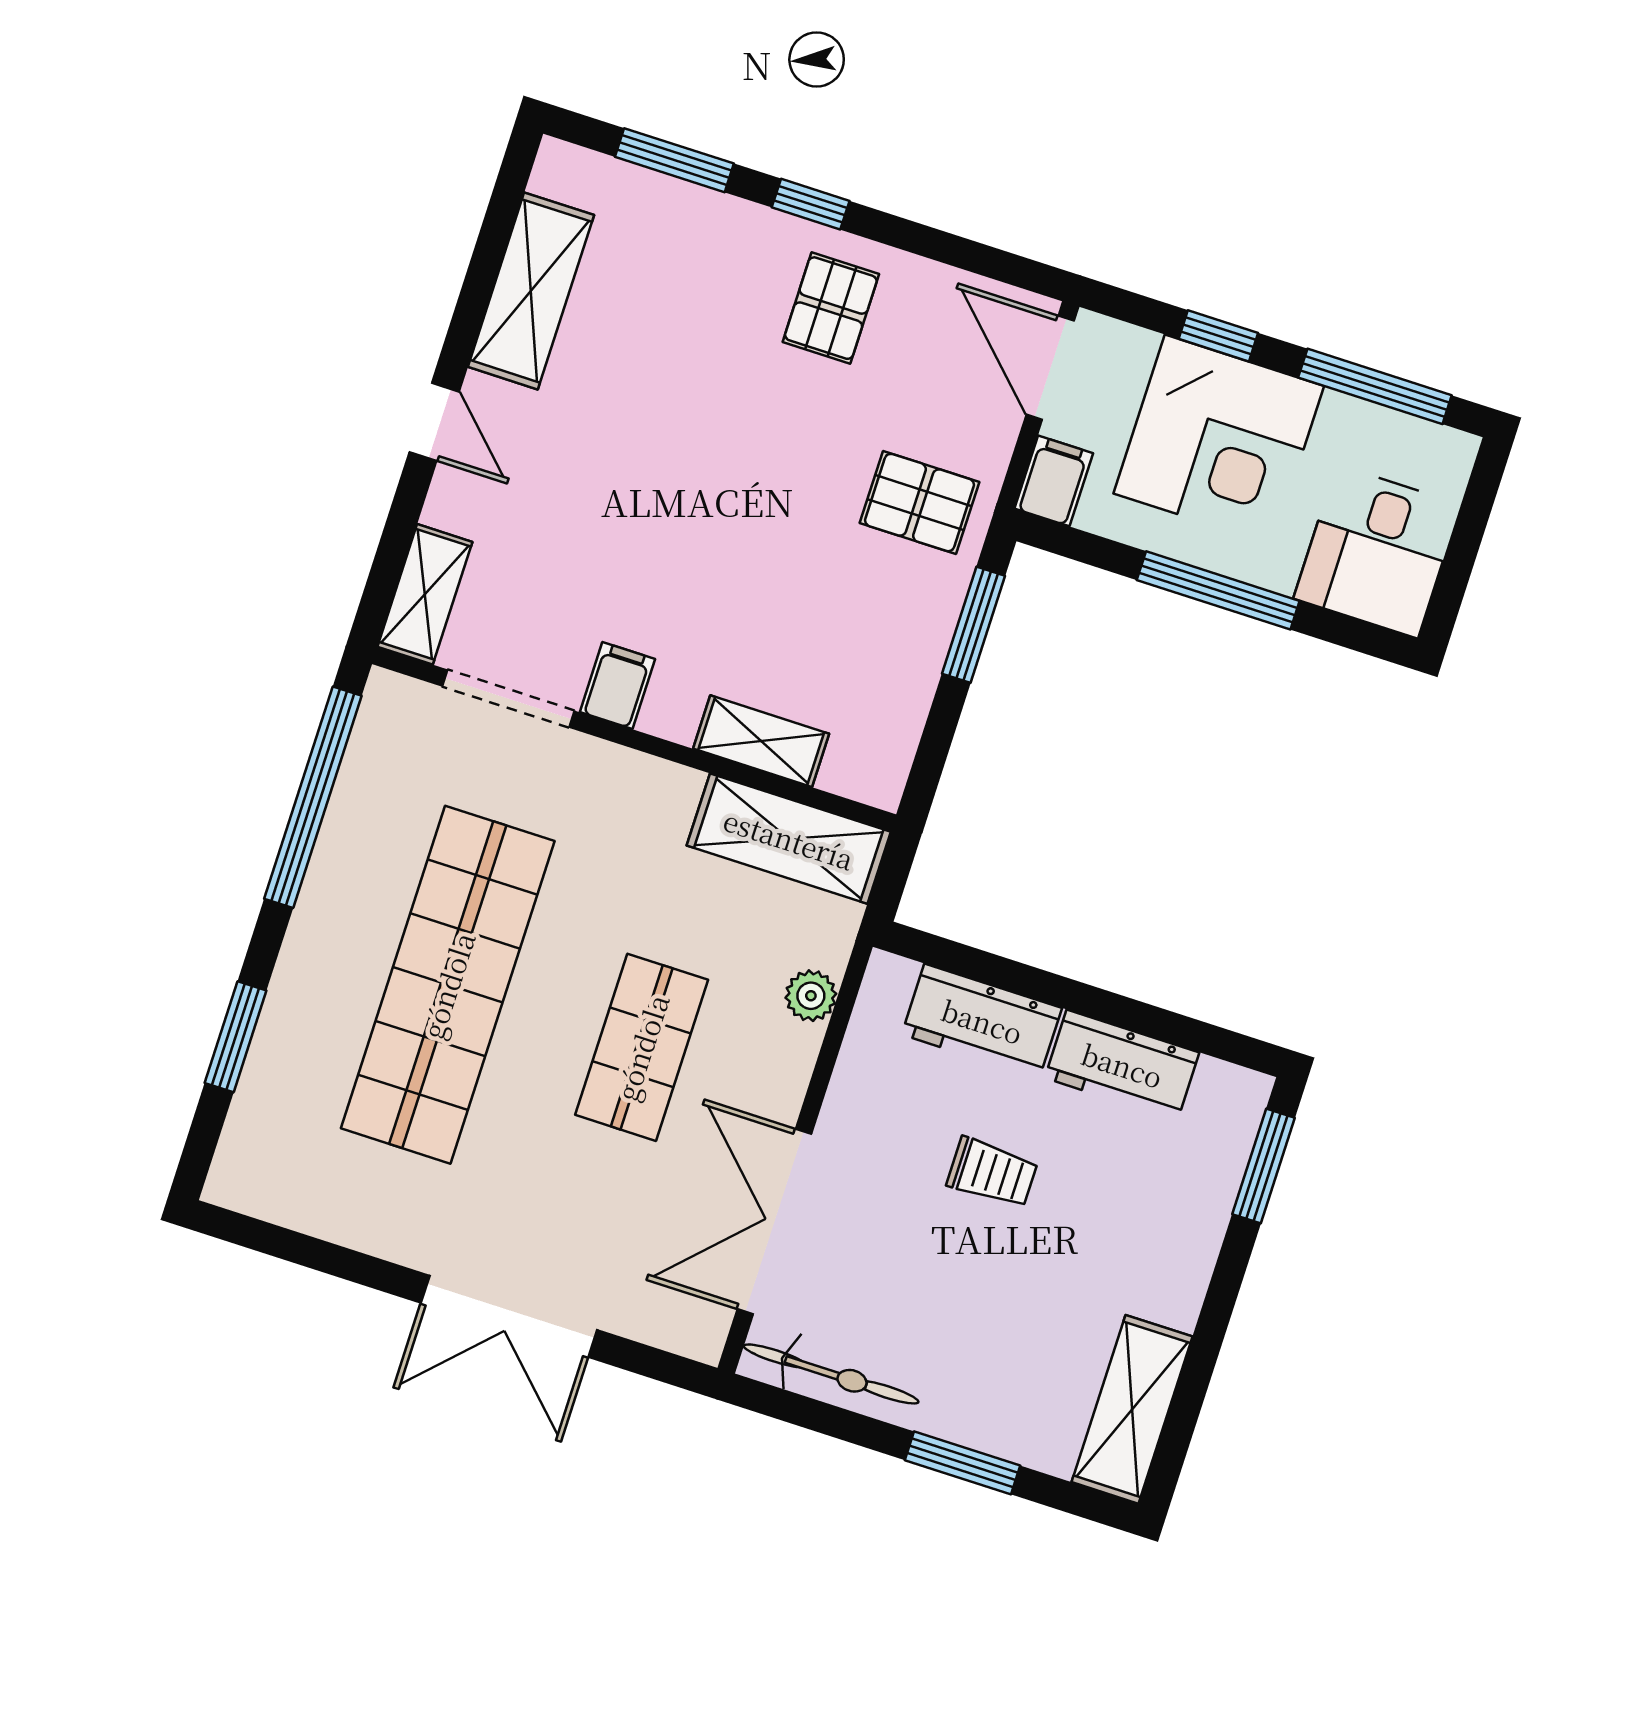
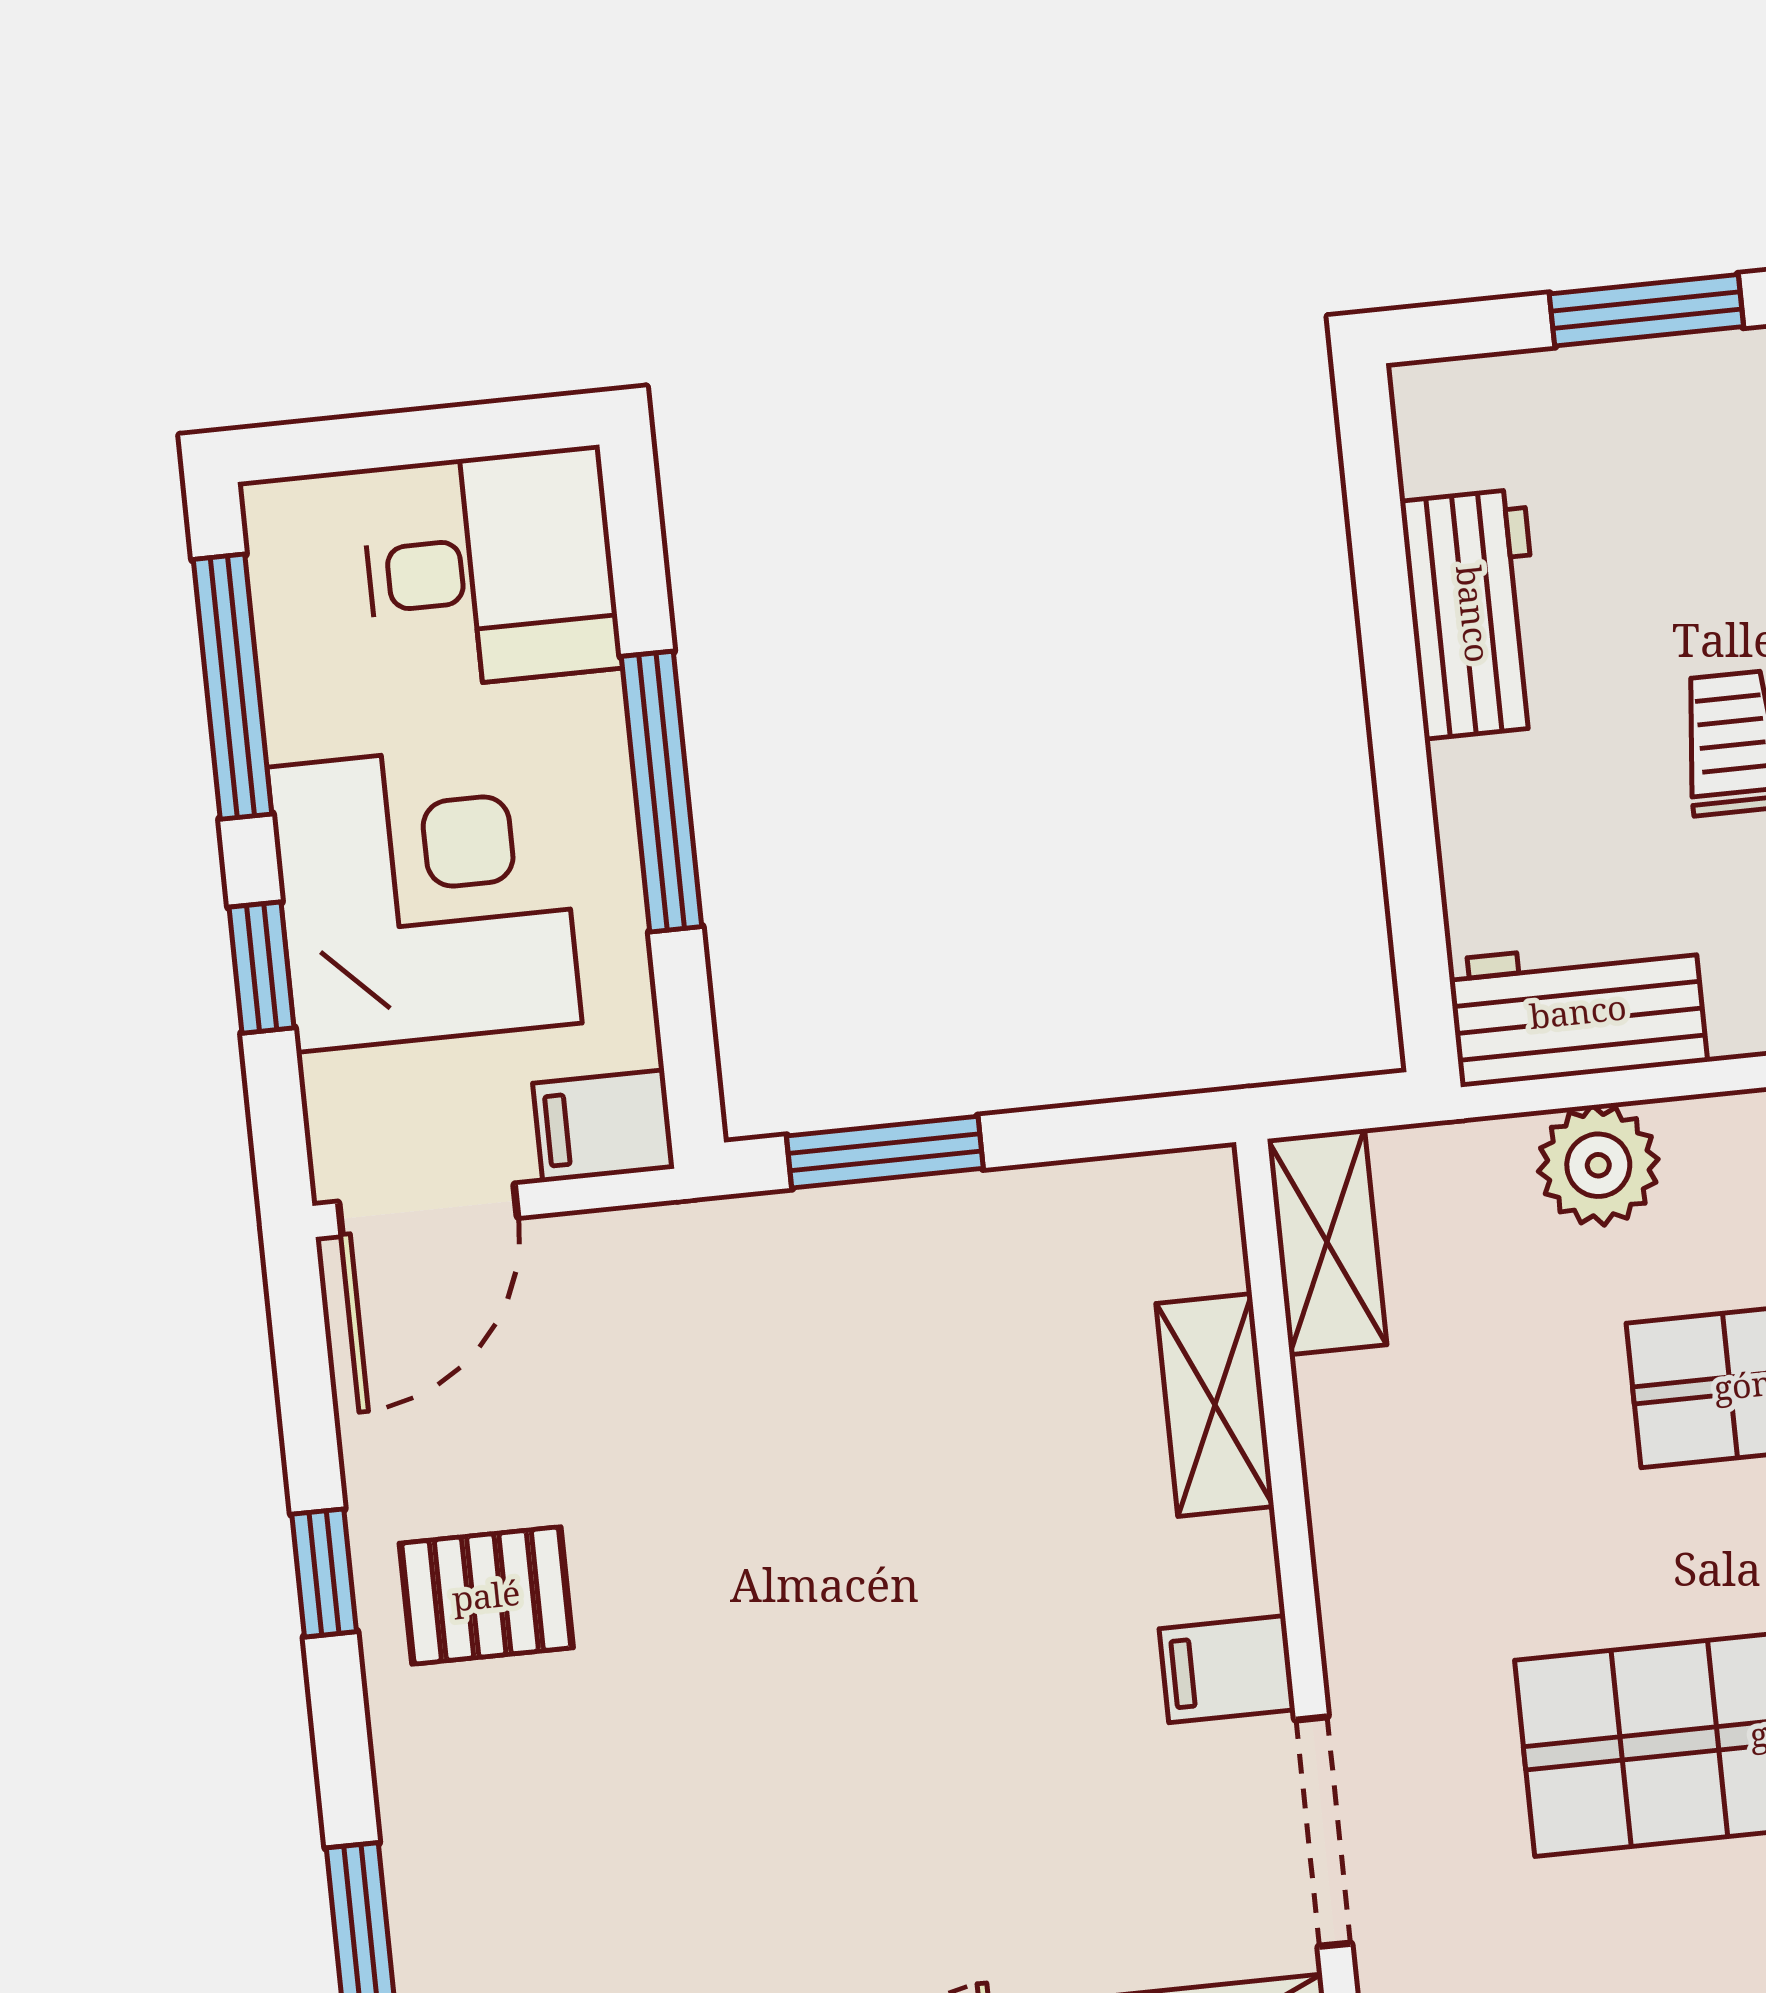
window: (811, 204) -> (324, 1573), moved
pallet: (920, 503) -> (730, 1322), removed
shelving: (789, 839) -> (1327, 1242), width x0.67, depth x0.75
plant: (811, 996) -> (1598, 1165), width x1.38, depth x1.38
workbench: (982, 1021) -> (1578, 1011), moved, turned -90
window: (1263, 1166) -> (1646, 310), moved

